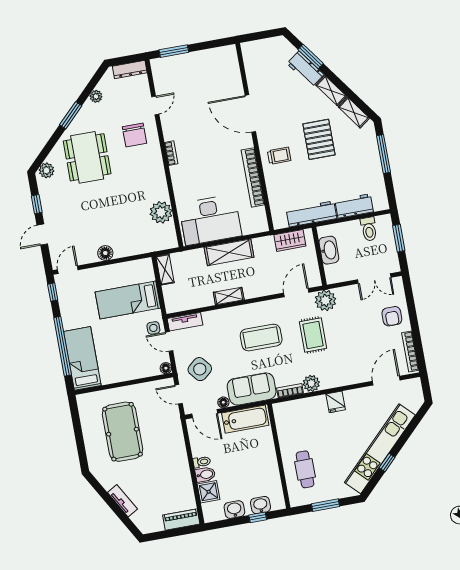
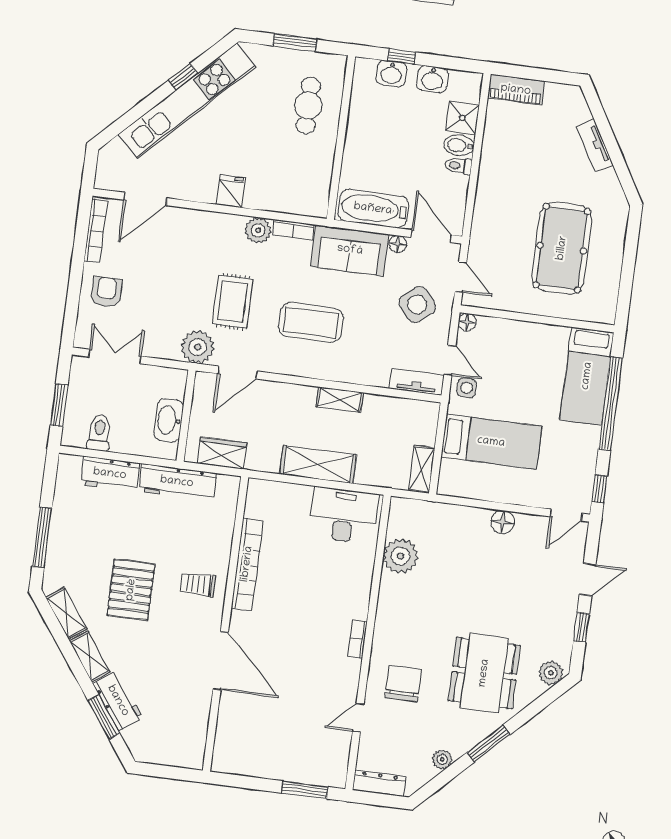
desk: (210, 220) -> (344, 515), width x0.73, depth x0.77

